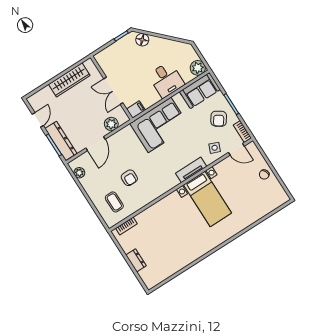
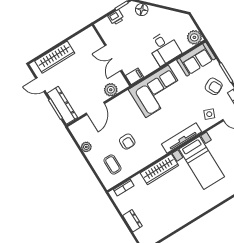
printer: (116, 48) -> (116, 17), added
wardrobe: (69, 80) -> (55, 57), moved
armchair: (219, 119) -> (214, 86), turned -61
door: (38, 120) -> (40, 85), swing flipped
tv unit: (191, 170) -> (182, 138), width x1.41
plant: (79, 173) -> (86, 147), moved
wardrobe: (163, 206) -> (159, 169), added

